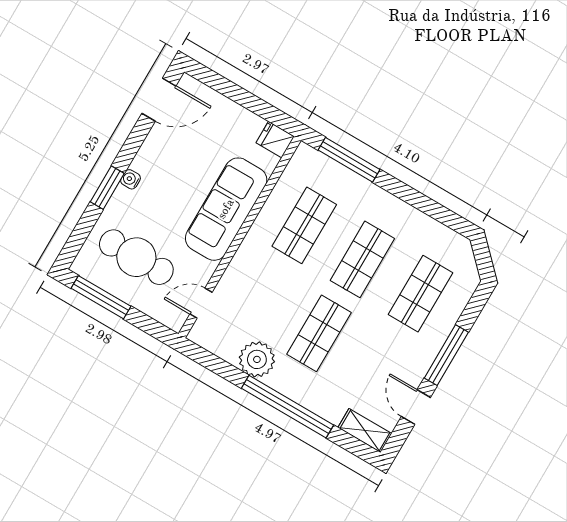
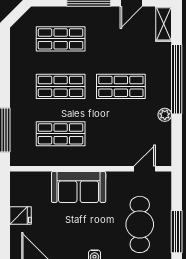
fridge: (275, 140) -> (21, 215), moved, turned -90
sofa: (226, 209) -> (79, 187), width x0.73
door: (201, 303) -> (145, 169), swing flipped
plant: (257, 359) -> (165, 115), width x0.53, depth x0.53

